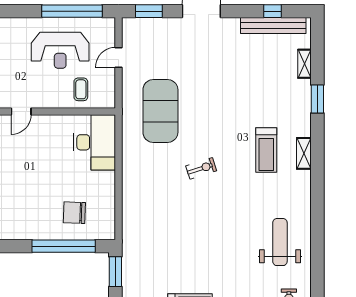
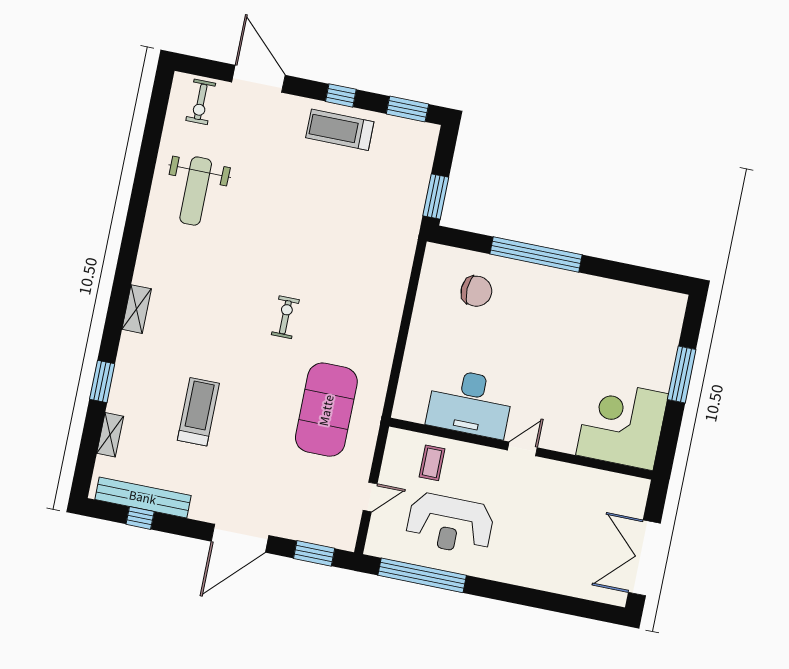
reception desk: (60, 50) -> (450, 524), turned 180
desk: (94, 142) -> (470, 403), moved, turned -90
treadmill: (266, 150) -> (198, 412), moved
exercise bike: (201, 168) -> (285, 317), turned 108
window: (64, 246) -> (536, 254), moved

